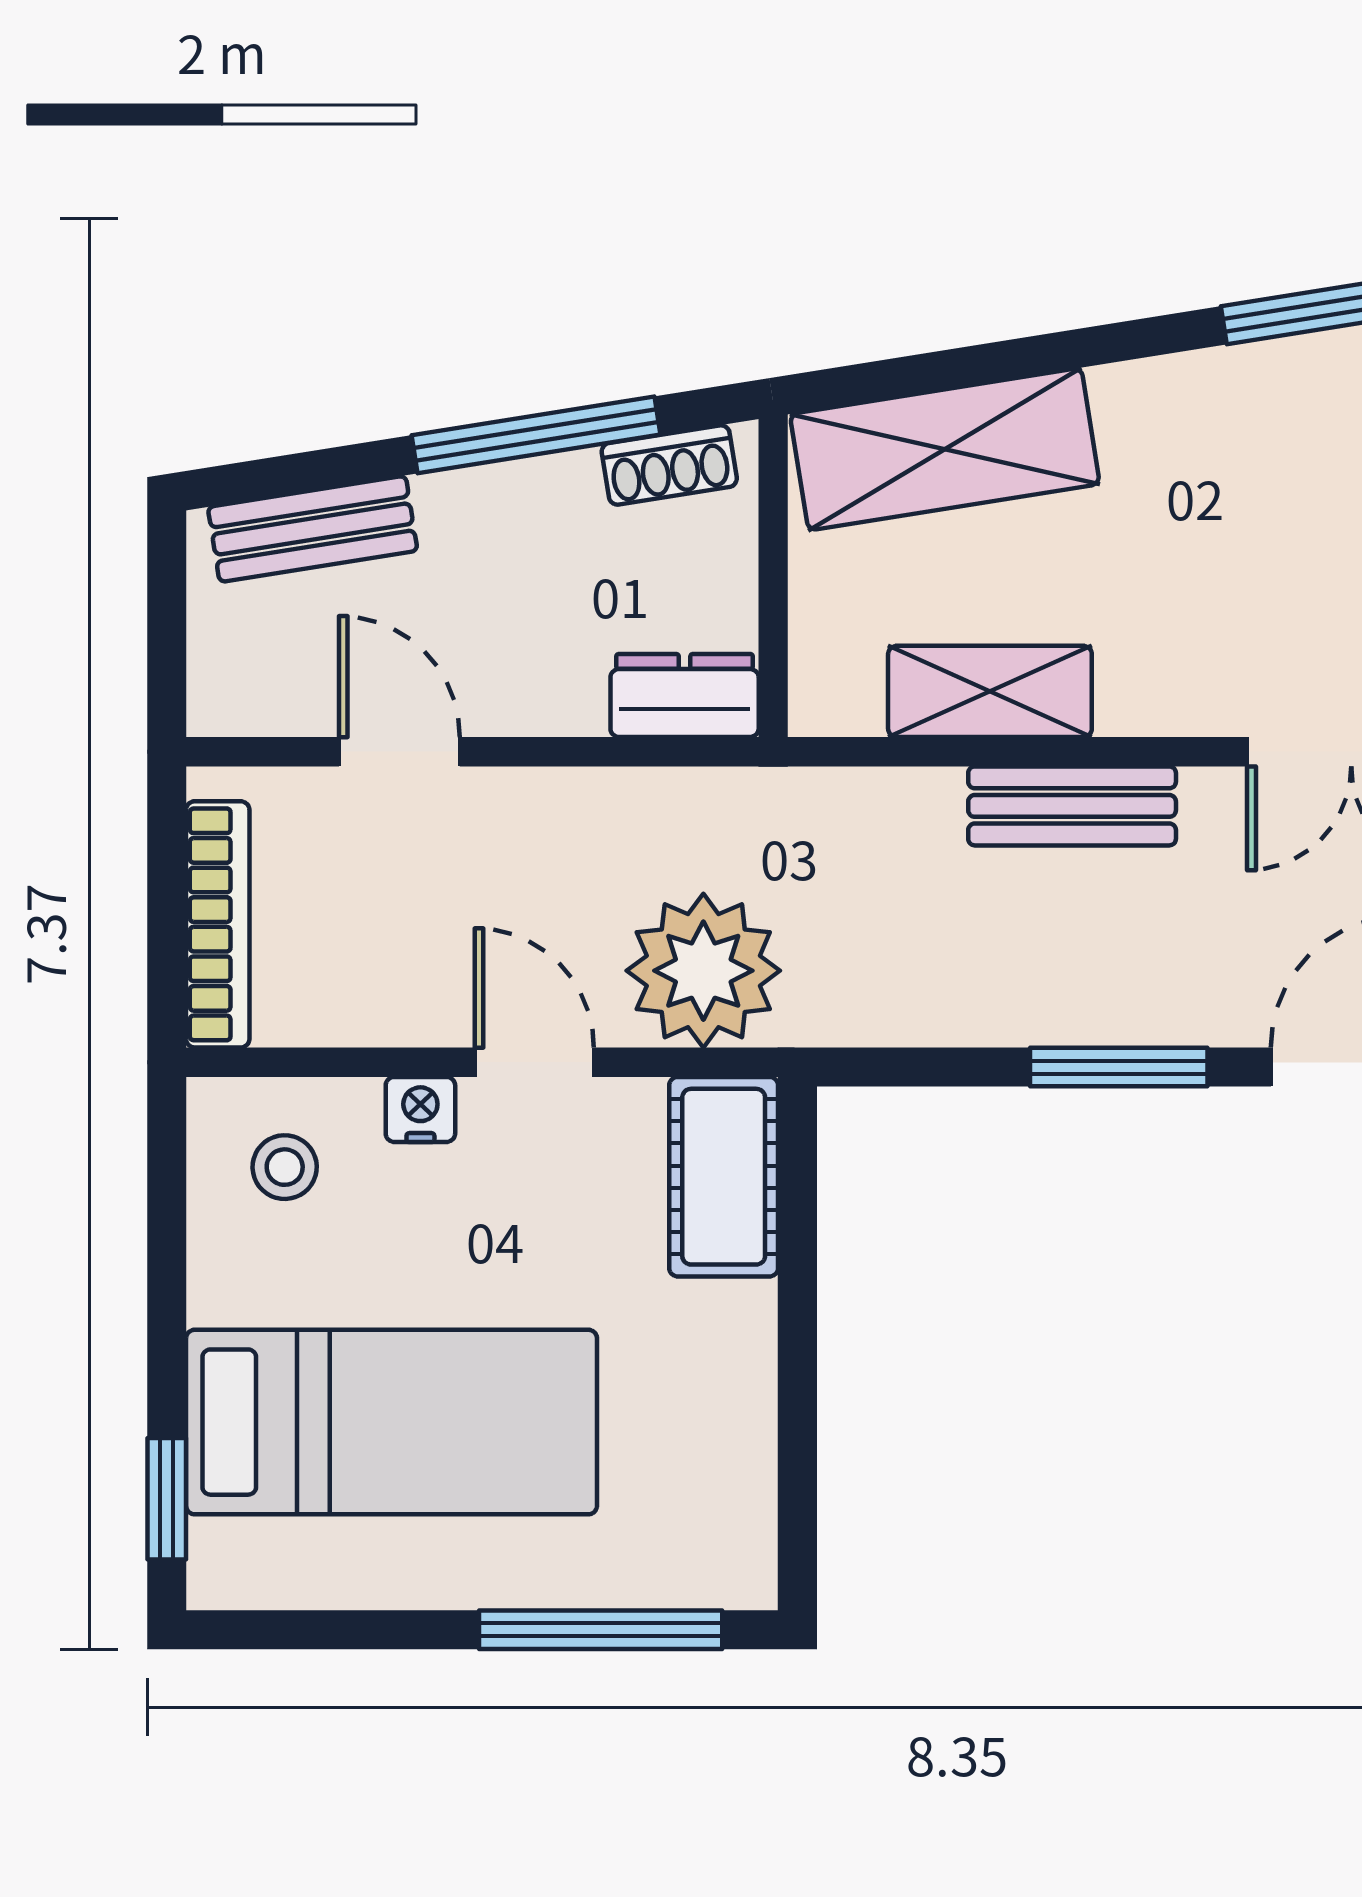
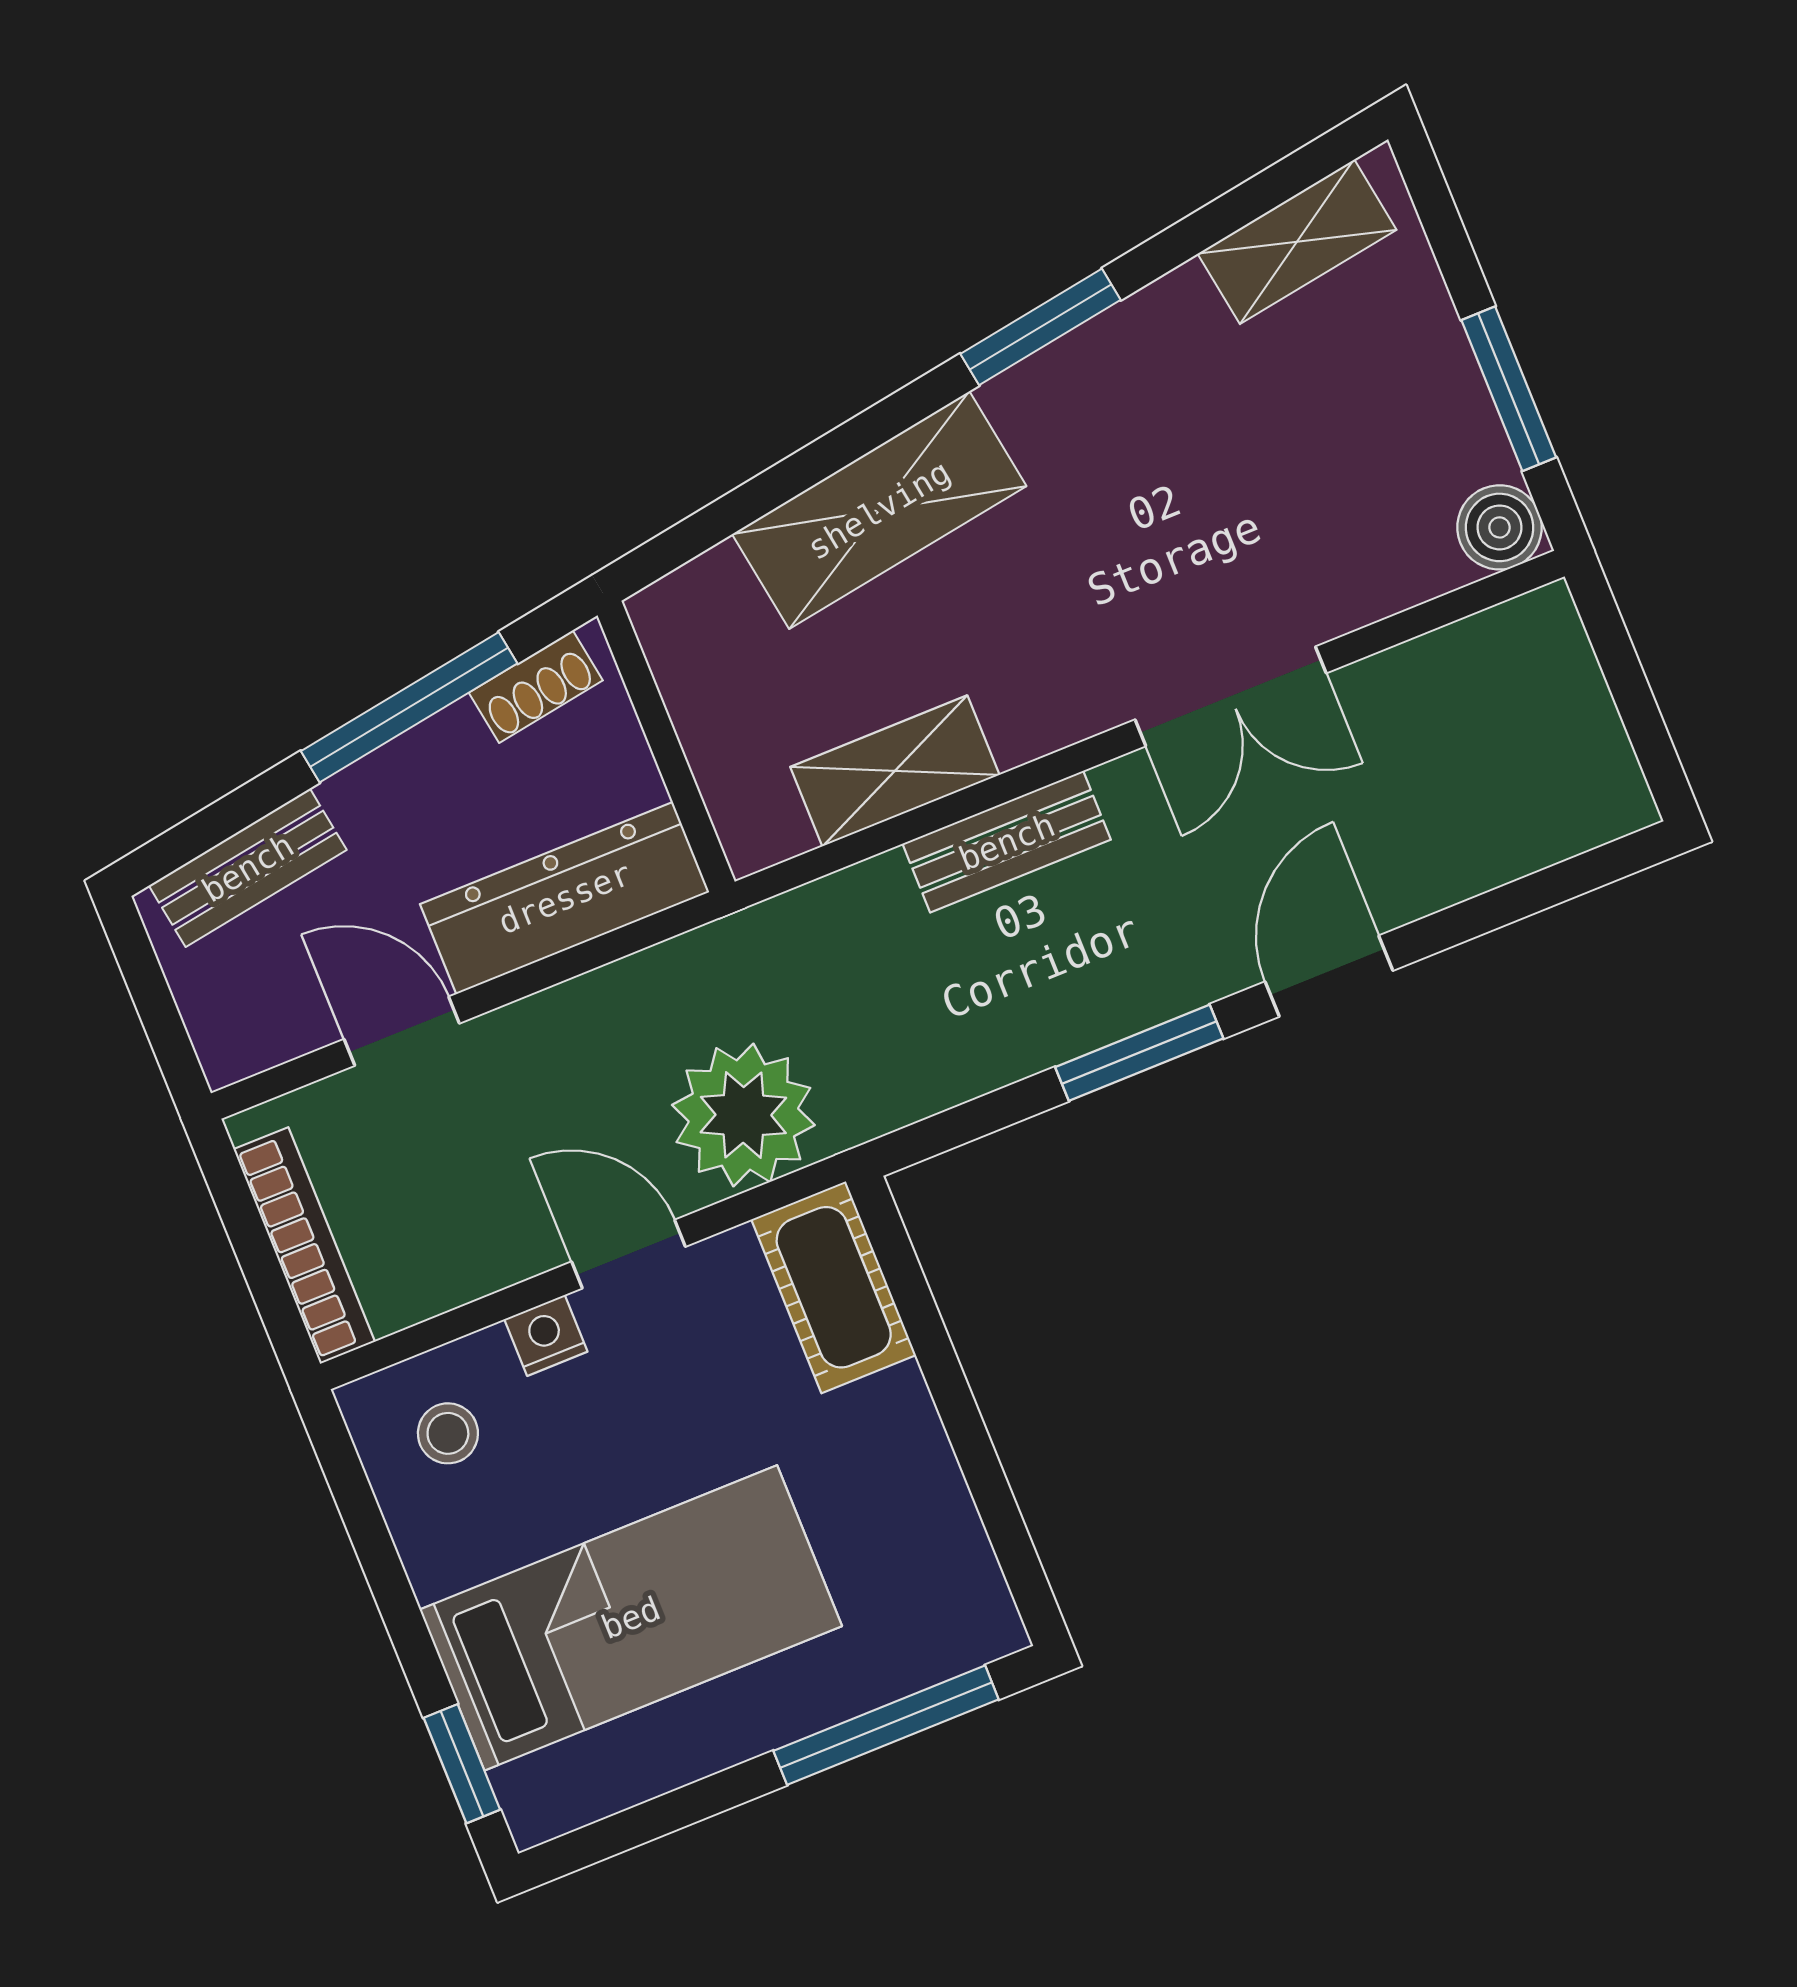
shelving: (945, 449) -> (879, 510), moved
dresser: (685, 696) -> (565, 898), width x1.96, depth x1.24

